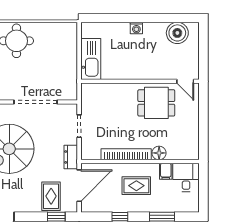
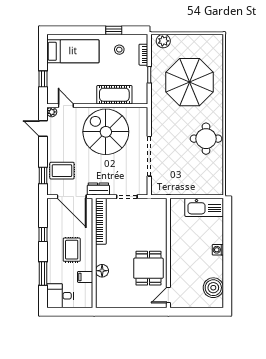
kitchen sink: (91, 59) -> (204, 207), moved
bookcase: (126, 154) -> (101, 221), moved
desk: (186, 177) -> (60, 296), moved, turned 180

